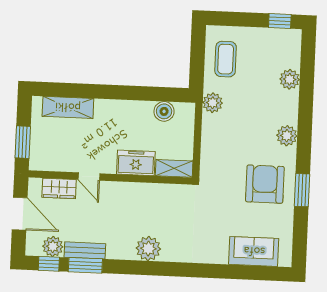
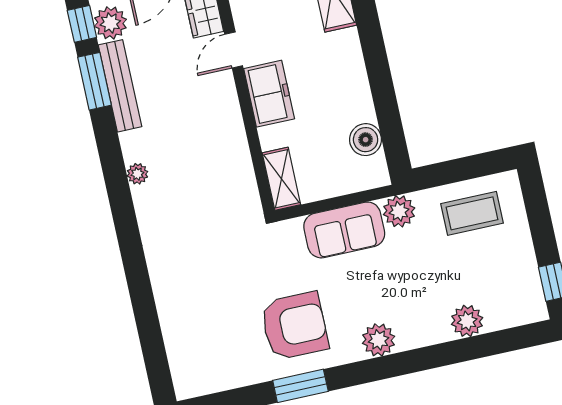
freezer: (136, 163) -> (269, 94), moved
plant: (148, 249) -> (137, 174), width x0.53, depth x0.53
bench: (85, 250) -> (120, 86), width x1.36
sofa: (254, 251) -> (344, 230), moved, turned 90

